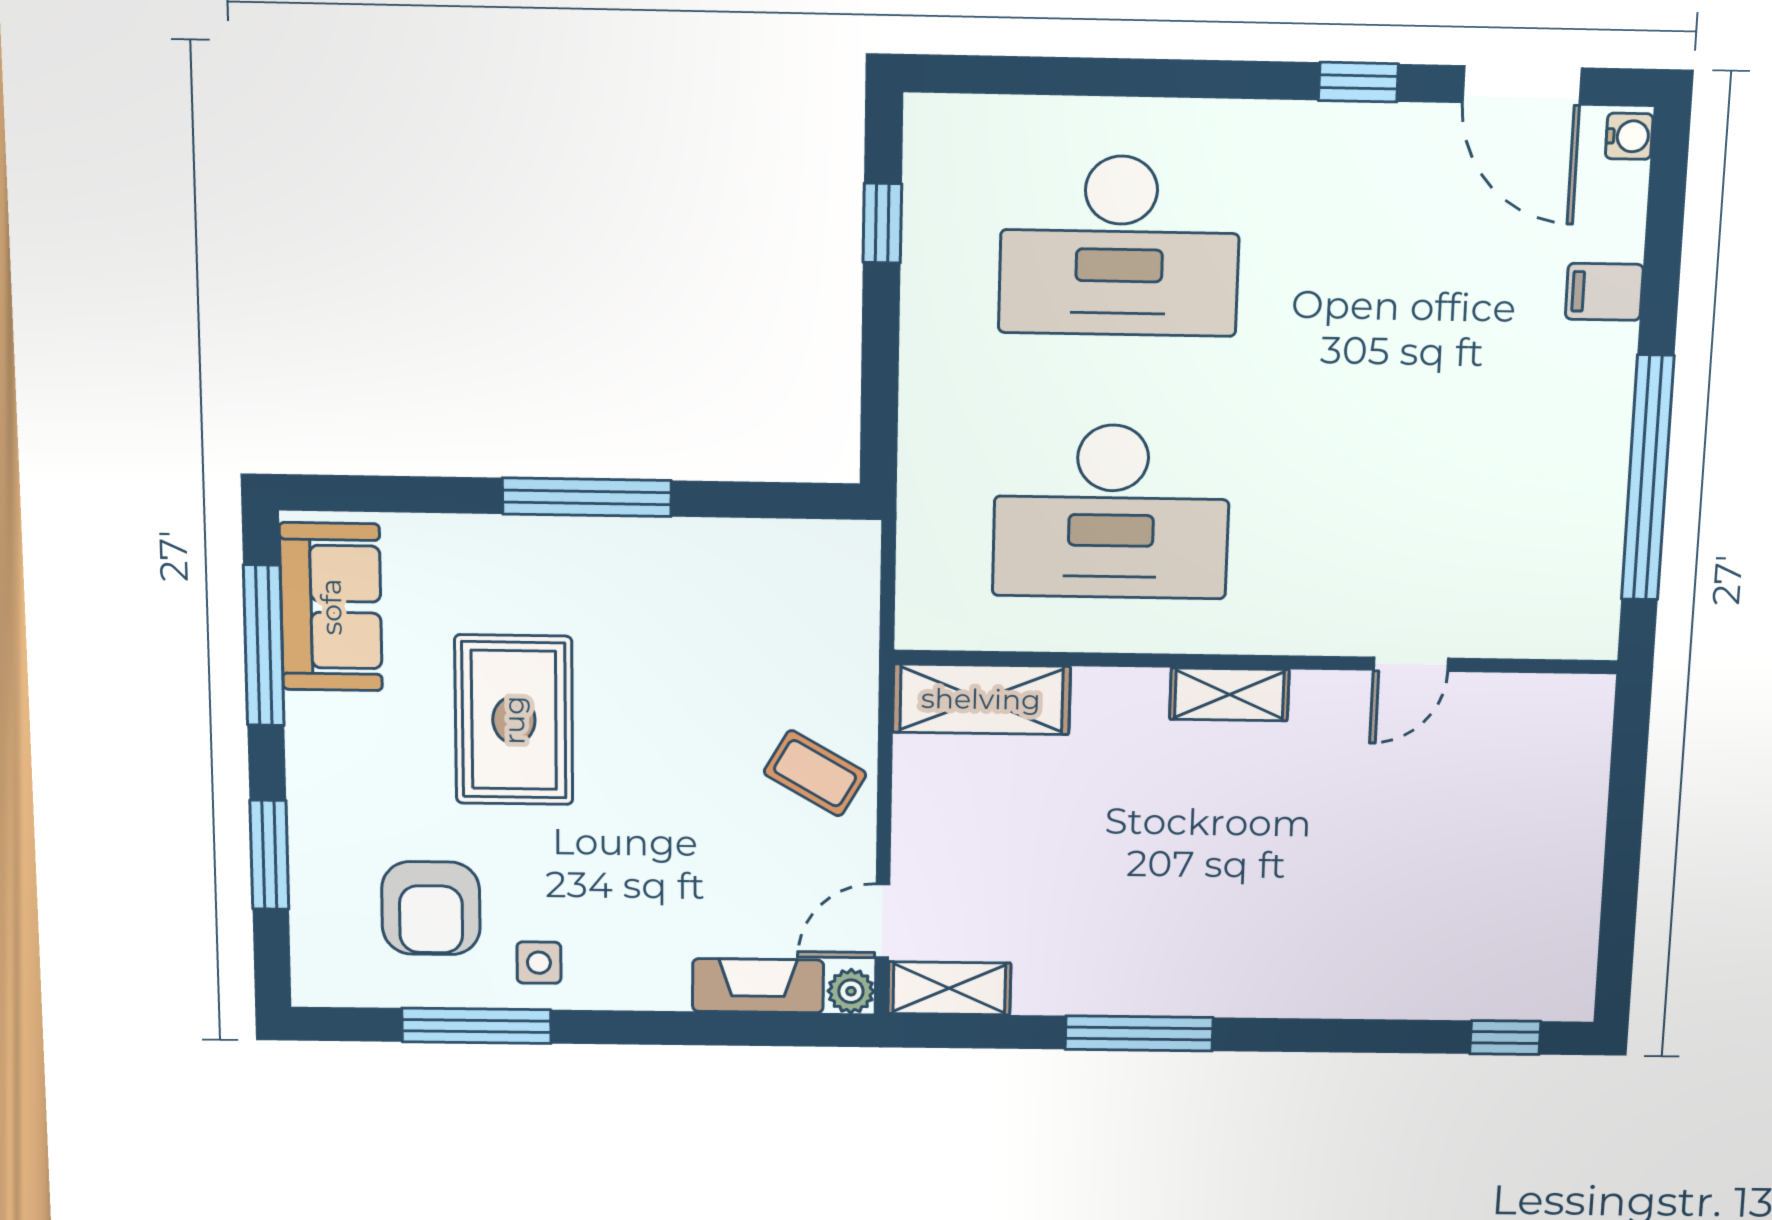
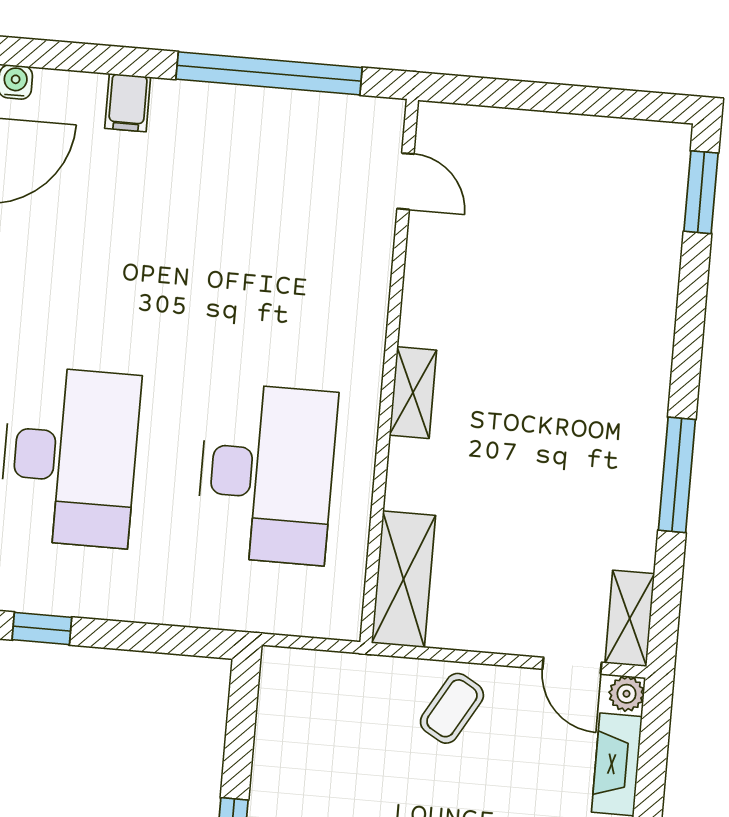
door: (1411, 664) -> (405, 181), moved
window: (1505, 1038) -> (701, 192), width x1.50

